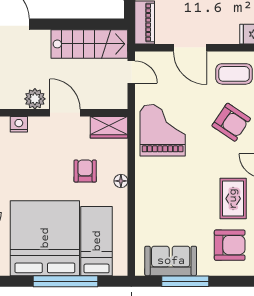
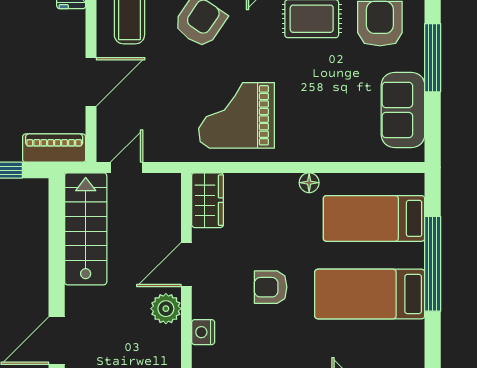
grand piano: (163, 130) -> (237, 115), moved
armchair: (85, 171) -> (271, 287), moved
floor lamp: (121, 181) -> (309, 183), moved
bed: (45, 238) -> (370, 294), width x0.49
window: (185, 281) -> (433, 58), moved

